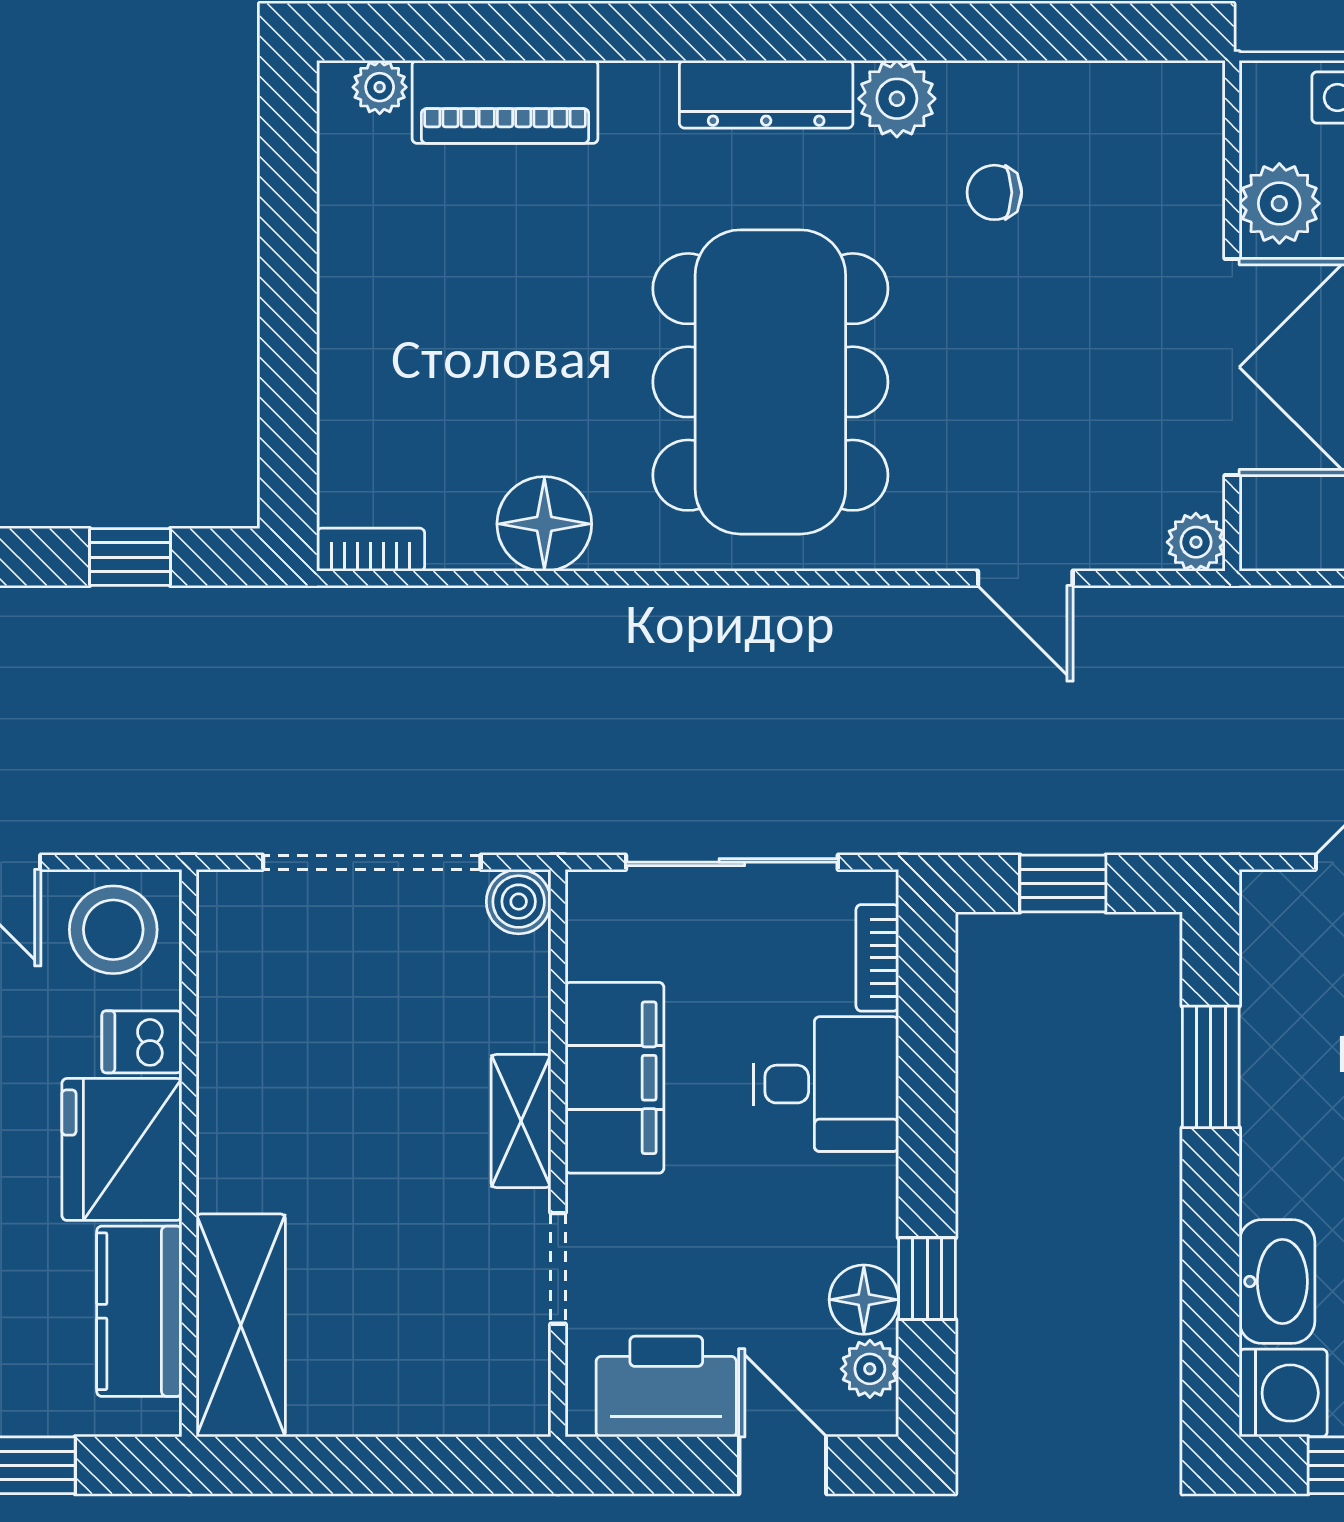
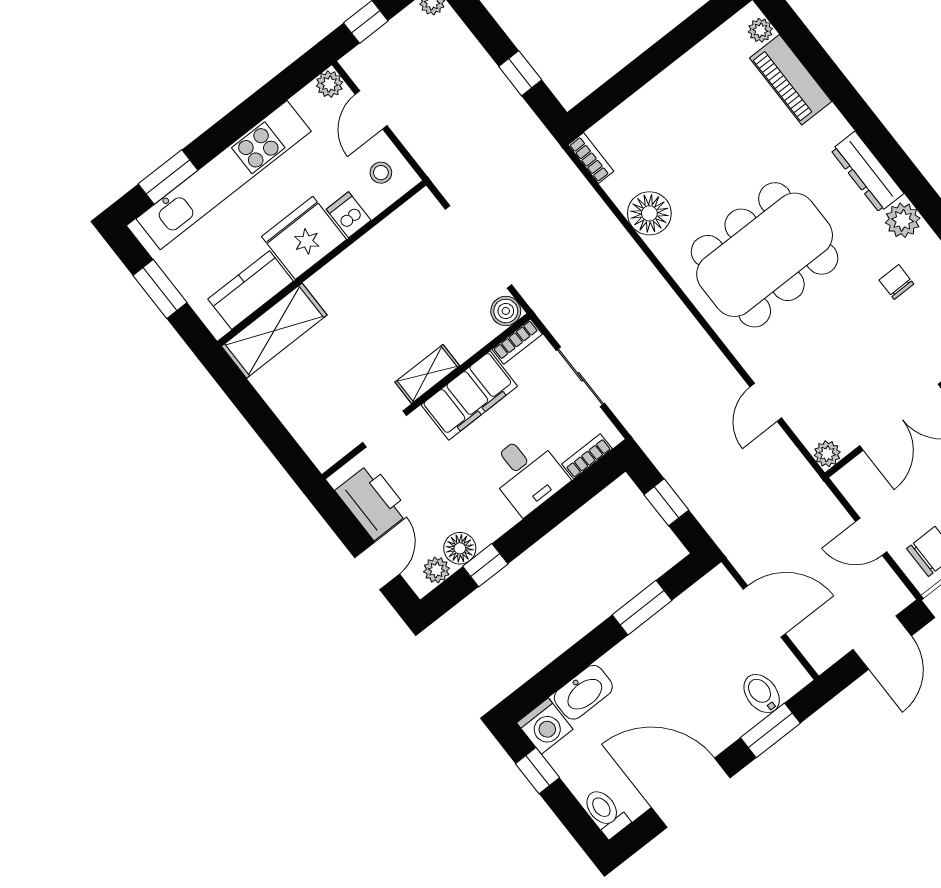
sliding door: (732, 862) -> (580, 377), width x0.73
bookcase: (586, 923) -> (517, 342), added
stool: (113, 930) -> (381, 173), width x0.53, depth x0.53

